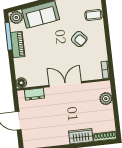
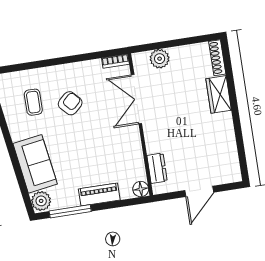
coffee table: (94, 15) -> (33, 102), moved
piano: (18, 44) -> (99, 194), moved
double door: (65, 84) -> (136, 99), moved

